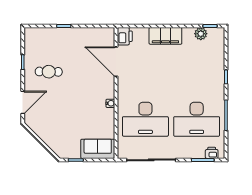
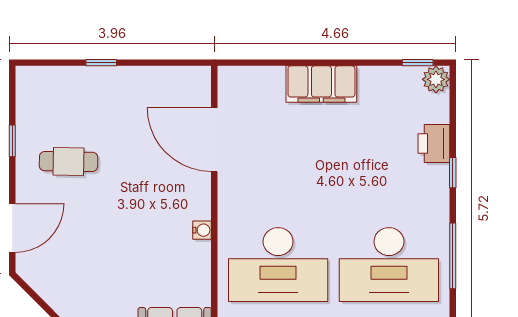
plant: (201, 34) -> (436, 79), moved
printer: (125, 36) -> (434, 143), moved, turned 180

